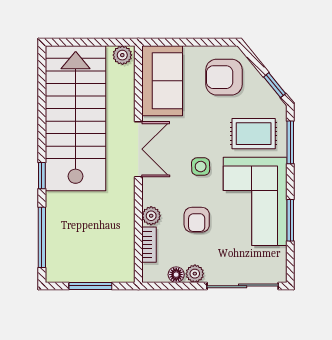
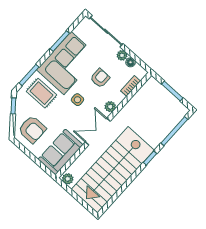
plant: (151, 216) -> (110, 107), moved

